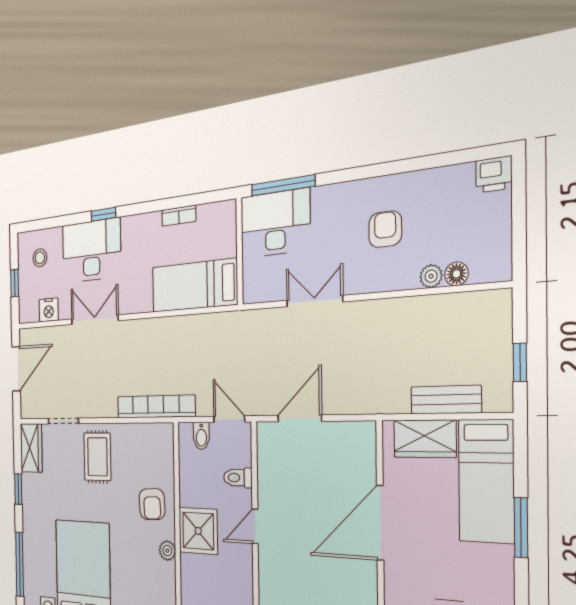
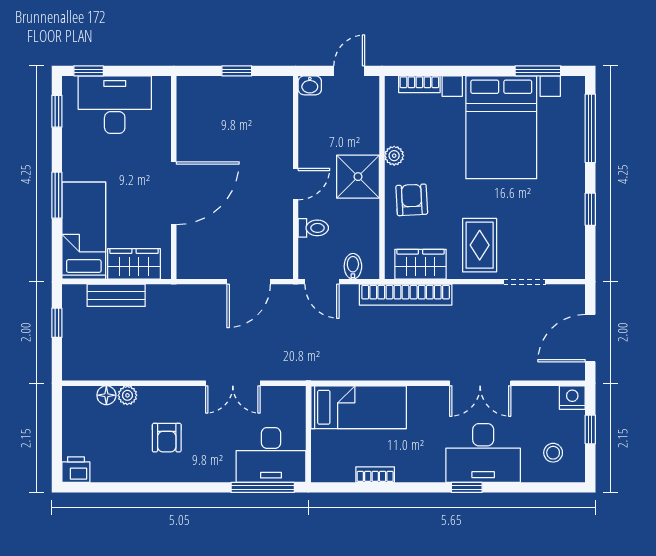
nightstand: (49, 310) -> (572, 398), moved
wardrobe: (31, 448) -> (421, 264), moved, turned 90

